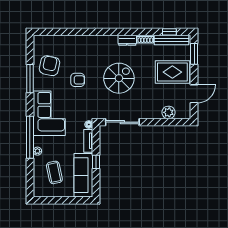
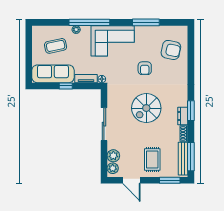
window: (122, 32) -> (191, 111), added
window: (169, 32) -> (191, 157), width x2.17
armchair: (50, 66) -> (171, 50), moved
rug: (172, 72) -> (152, 159), width x0.73, depth x0.70
spiral stairs: (119, 78) -> (146, 108), turned 90
plant: (181, 113) -> (113, 168), added
sliding door: (122, 122) -> (104, 124), moved

